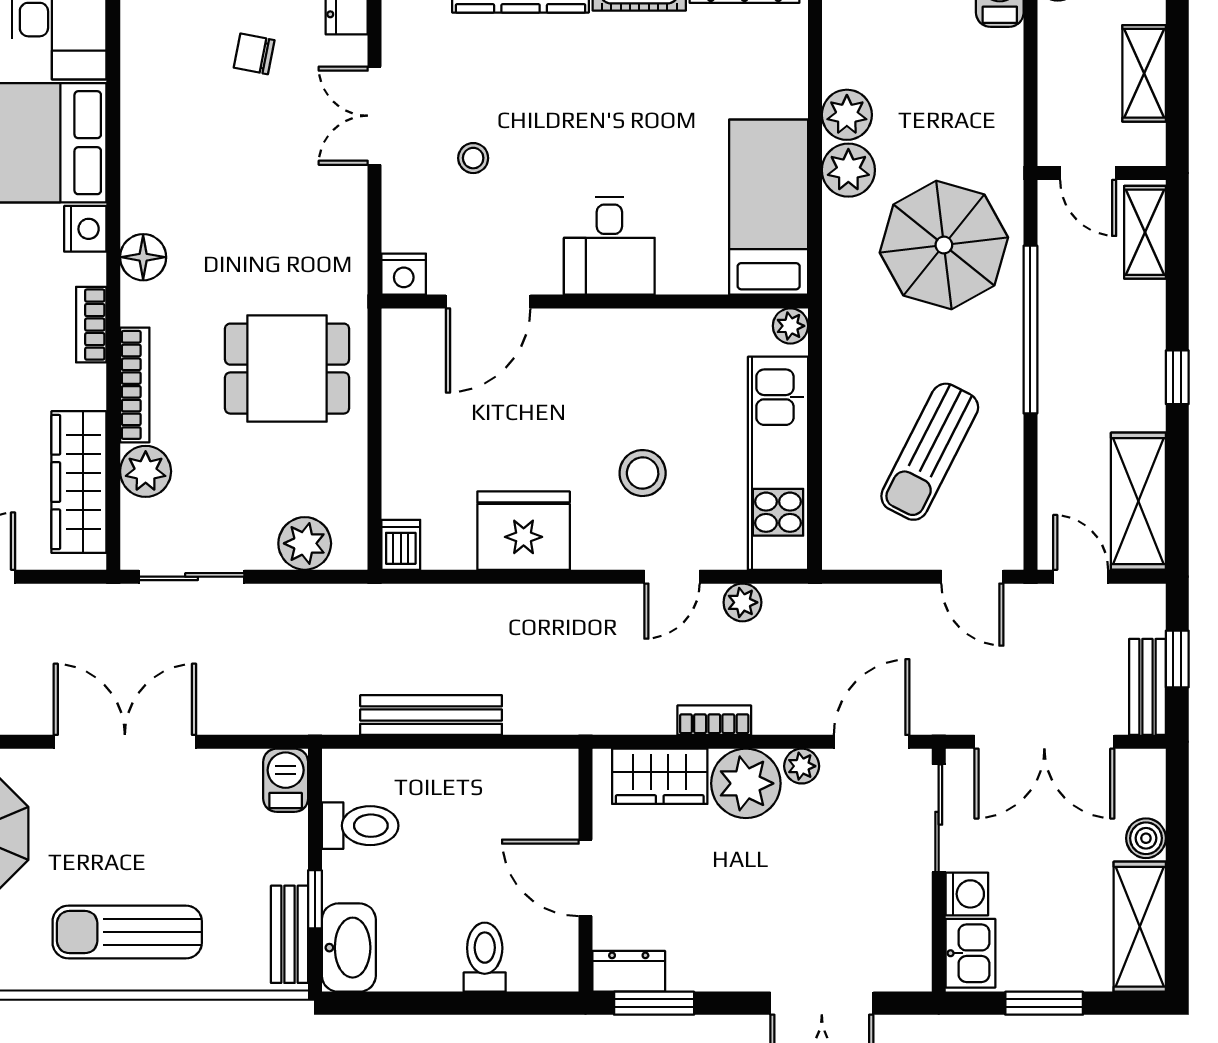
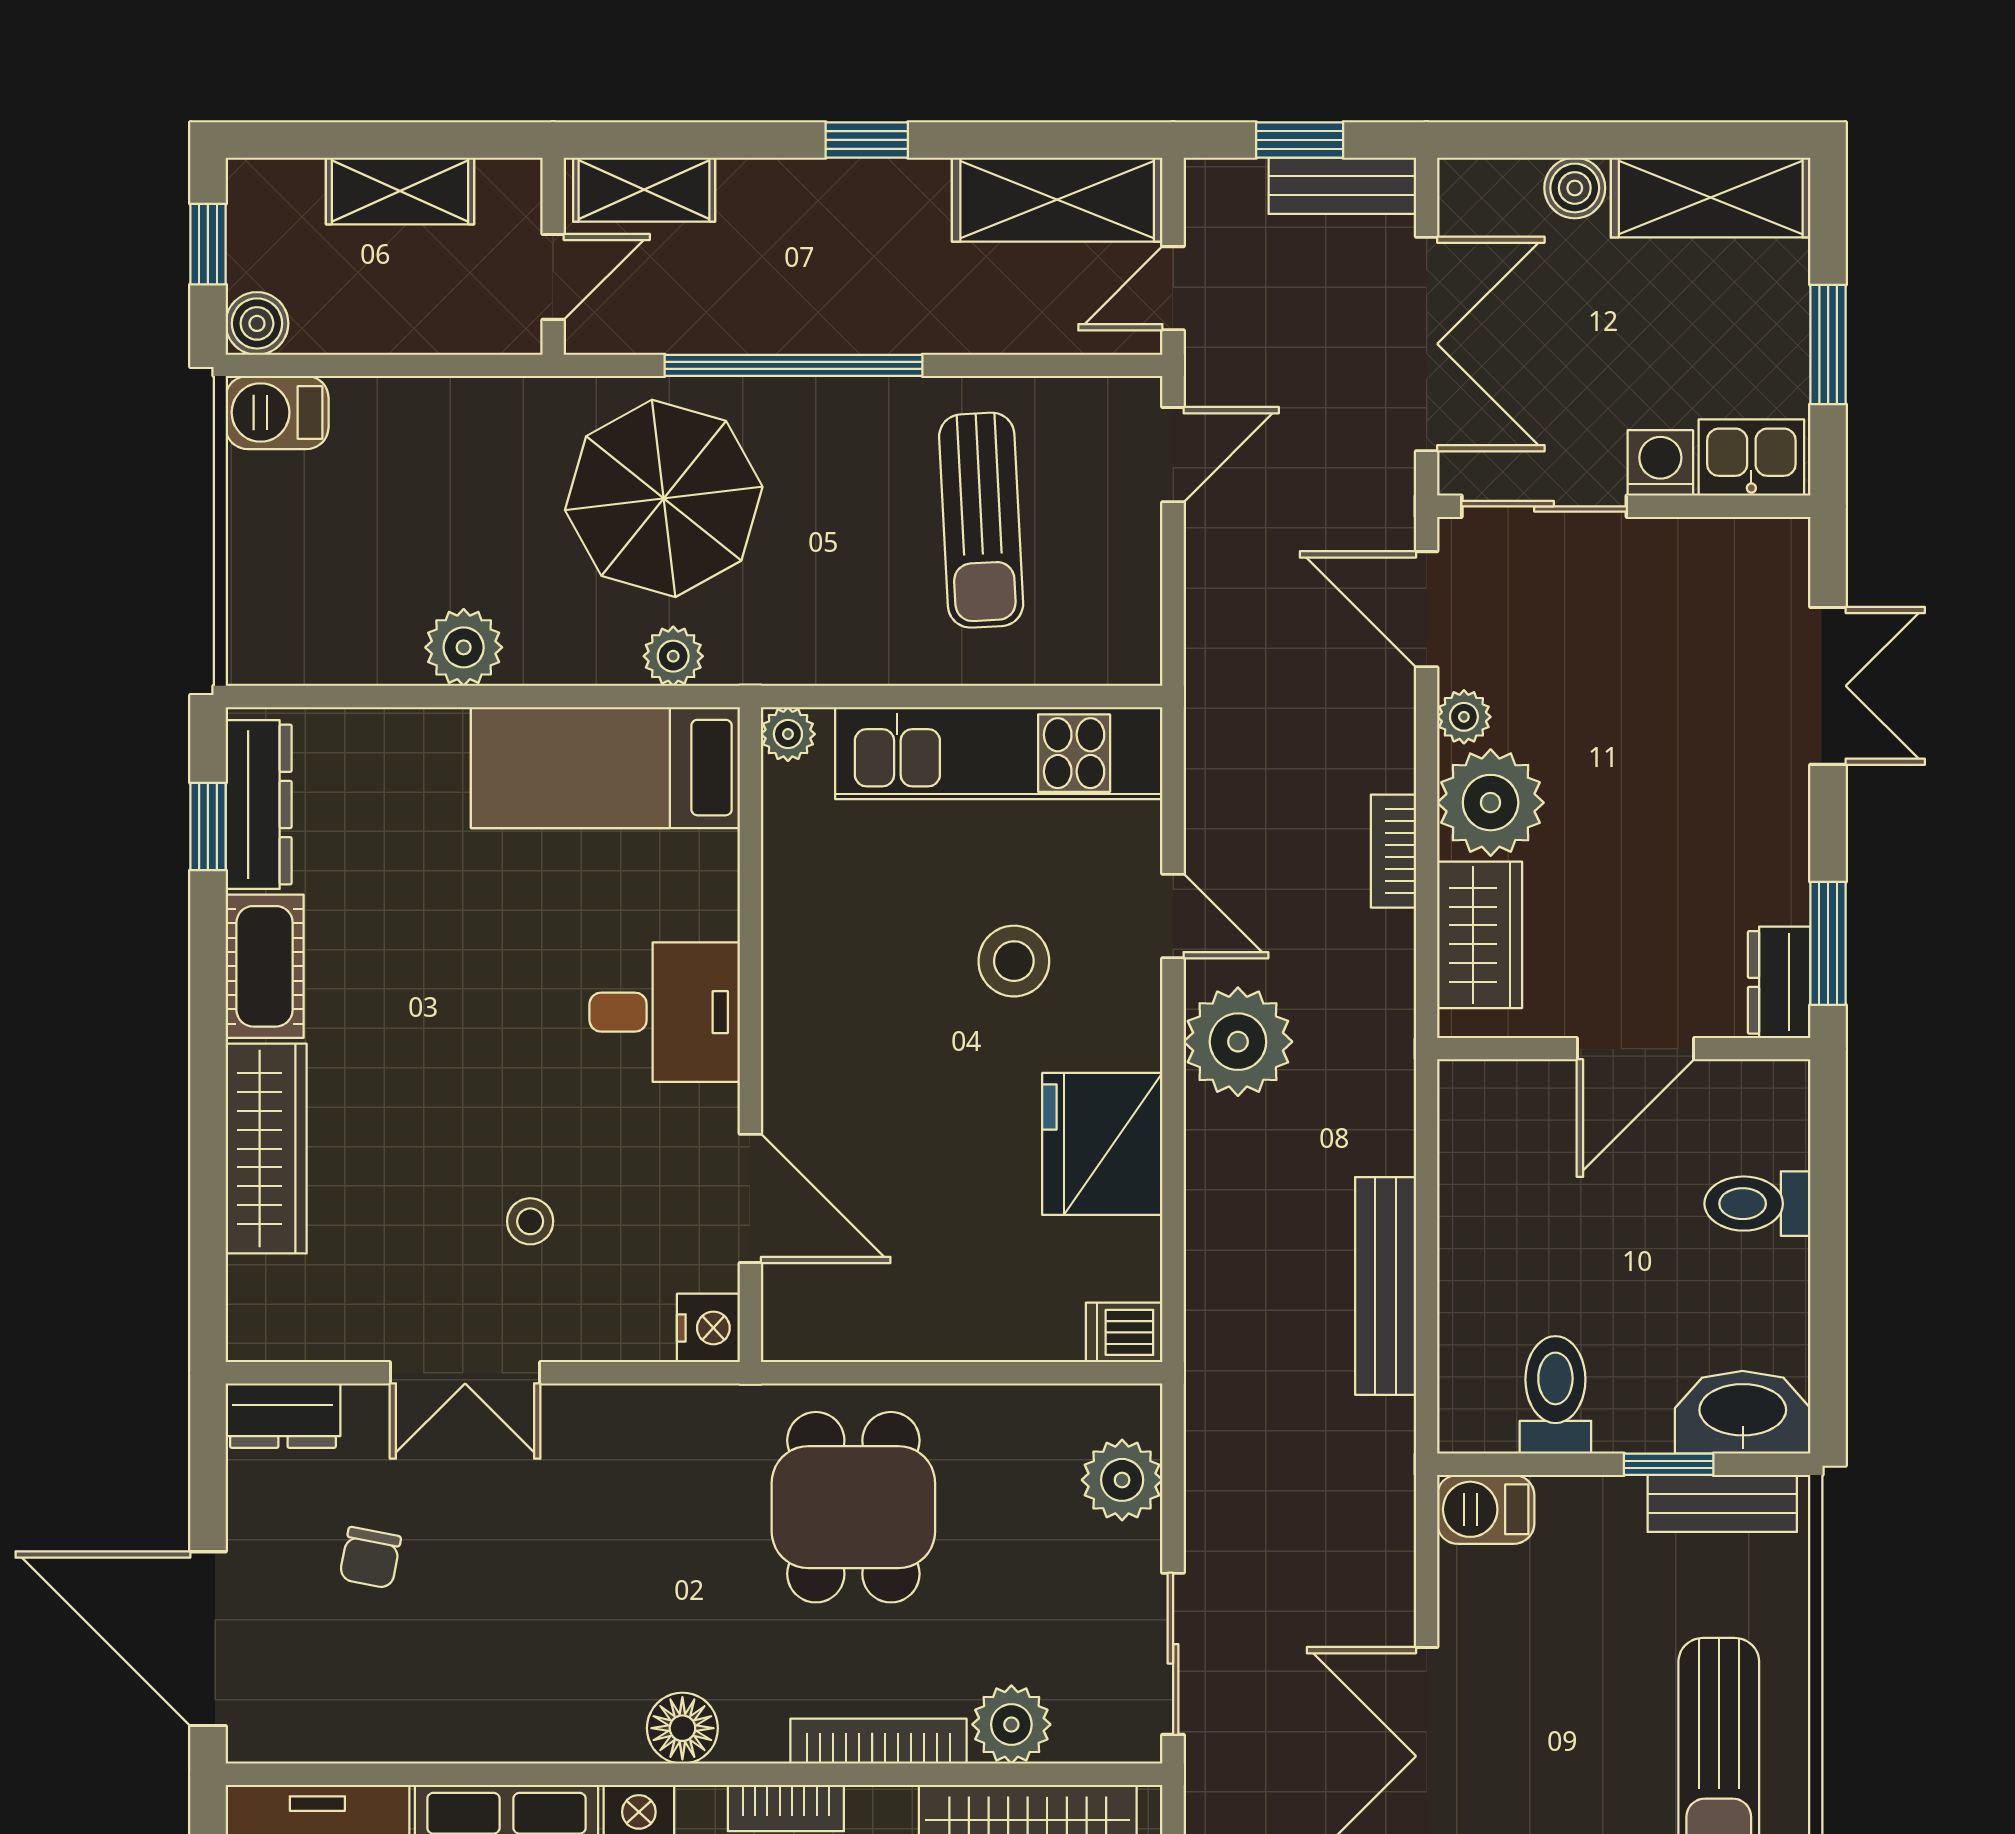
plant: (848, 170) -> (673, 656), moved, width x0.73, depth x0.73
sun lounger: (930, 452) -> (981, 520), turned 60
plant: (742, 602) -> (1238, 1042), moved, width x1.87, depth x1.87

